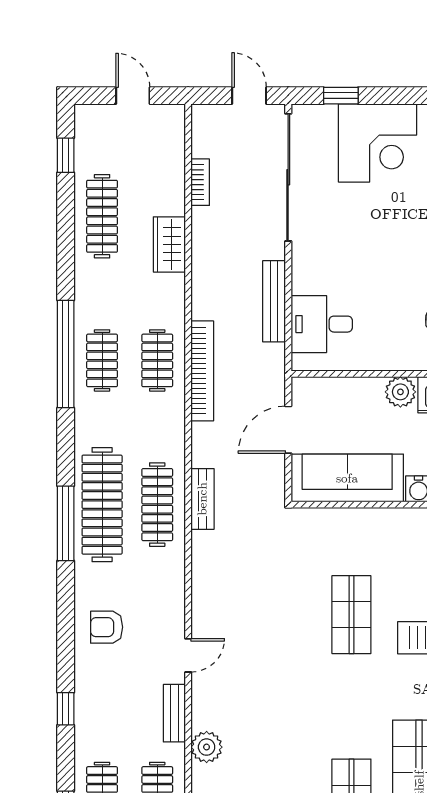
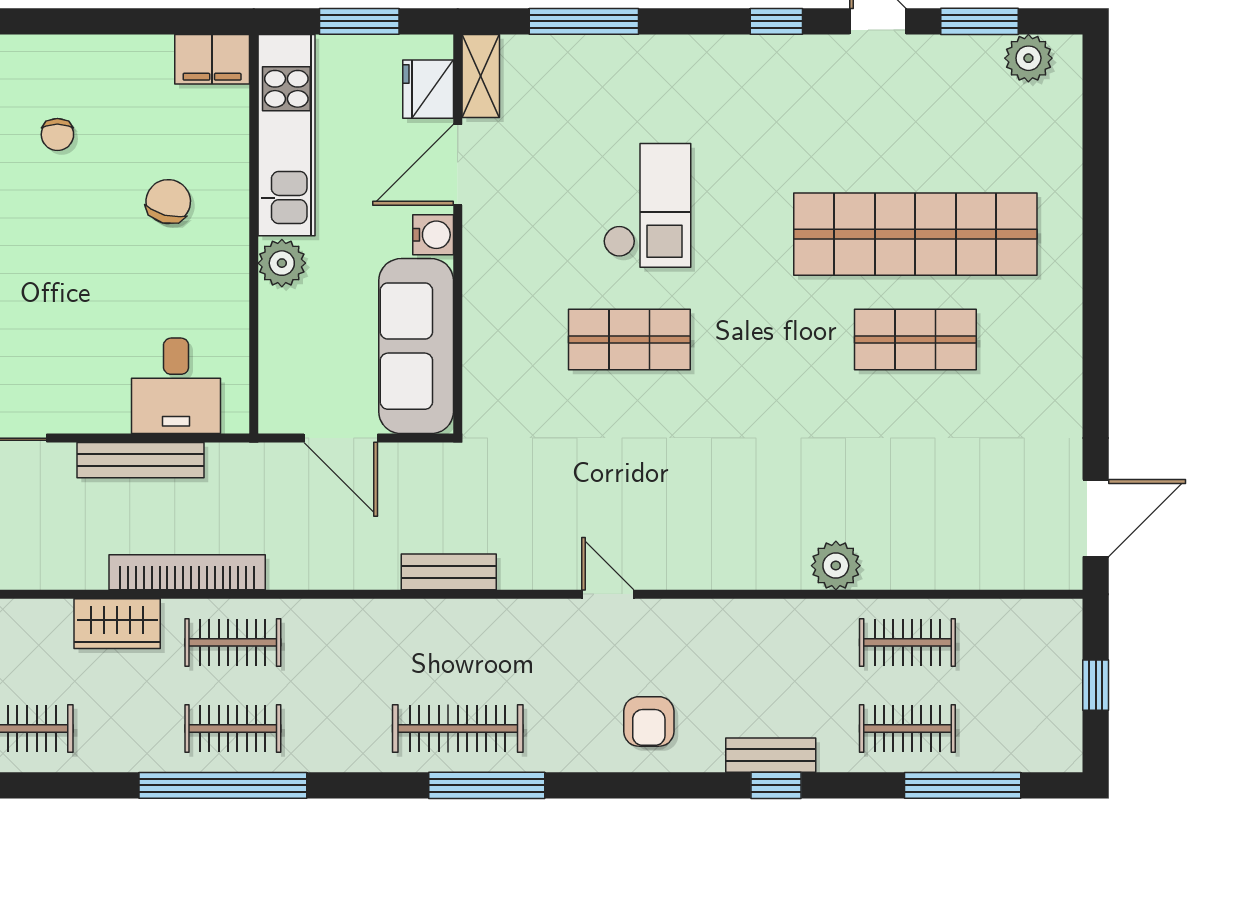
wardrobe: (169, 244) -> (117, 624), moved
bookcase: (202, 371) -> (187, 572), moved
clothes rail: (102, 505) -> (458, 728), width x0.73, depth x0.76
clothes rail: (157, 505) -> (458, 642), removed
door: (188, 655) -> (608, 594), moved
bench: (174, 713) -> (771, 755), moved

